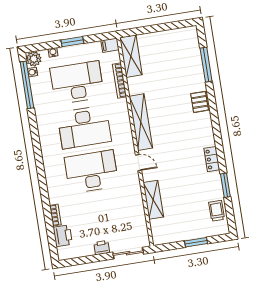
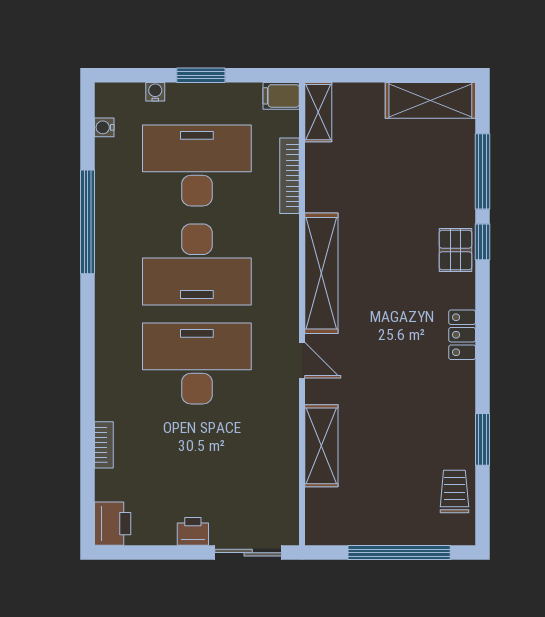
shelving: (177, 36) -> (430, 100), added
shelving: (131, 56) -> (318, 112), width x0.67, depth x0.75
plant: (34, 59) -> (111, 99), removed
window: (27, 85) -> (88, 222), moved
window: (211, 96) -> (483, 242), added
locker: (212, 159) -> (462, 335), moved
printer: (63, 236) -> (113, 524), moved
window: (196, 242) -> (399, 553), width x2.11

